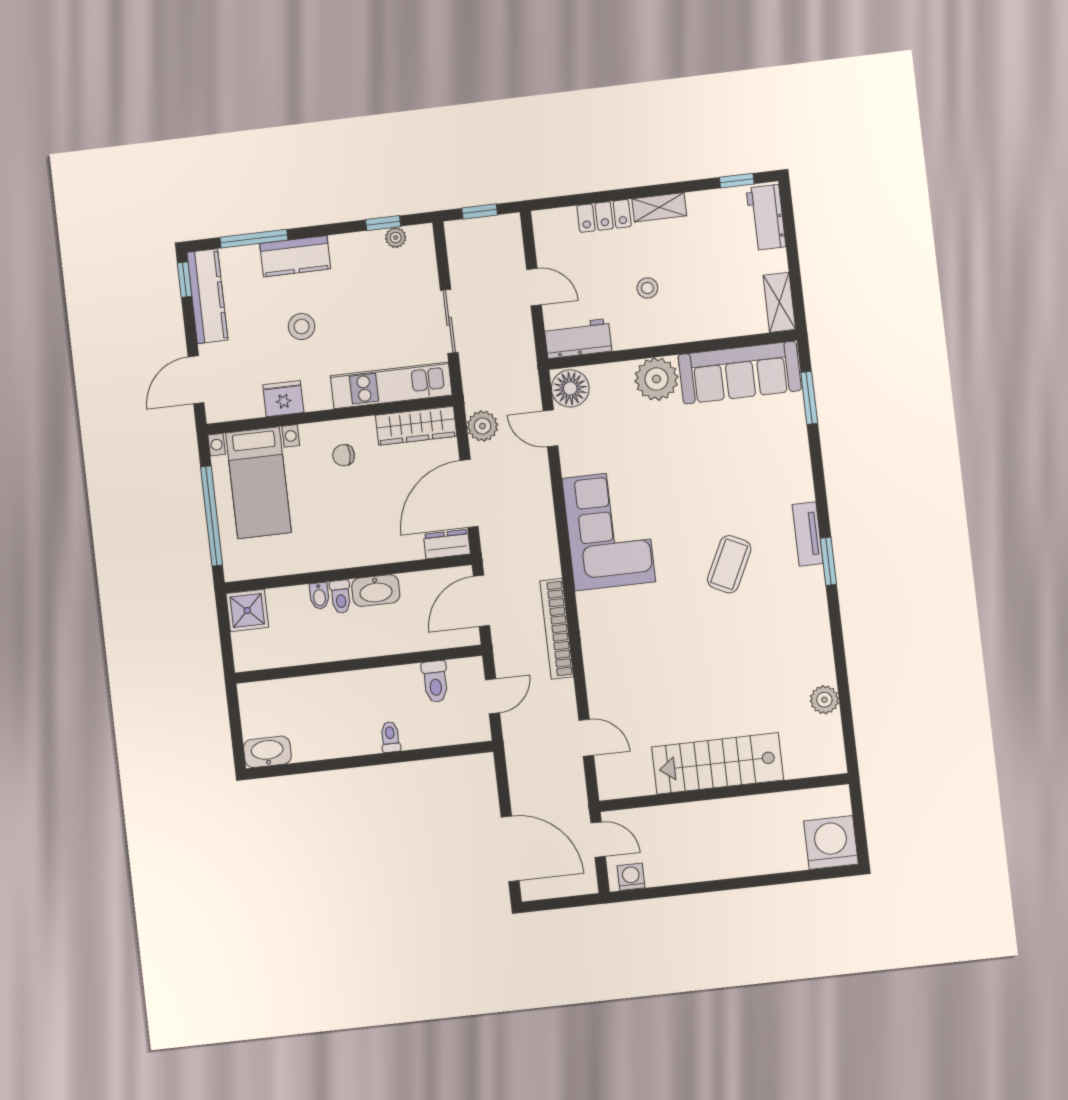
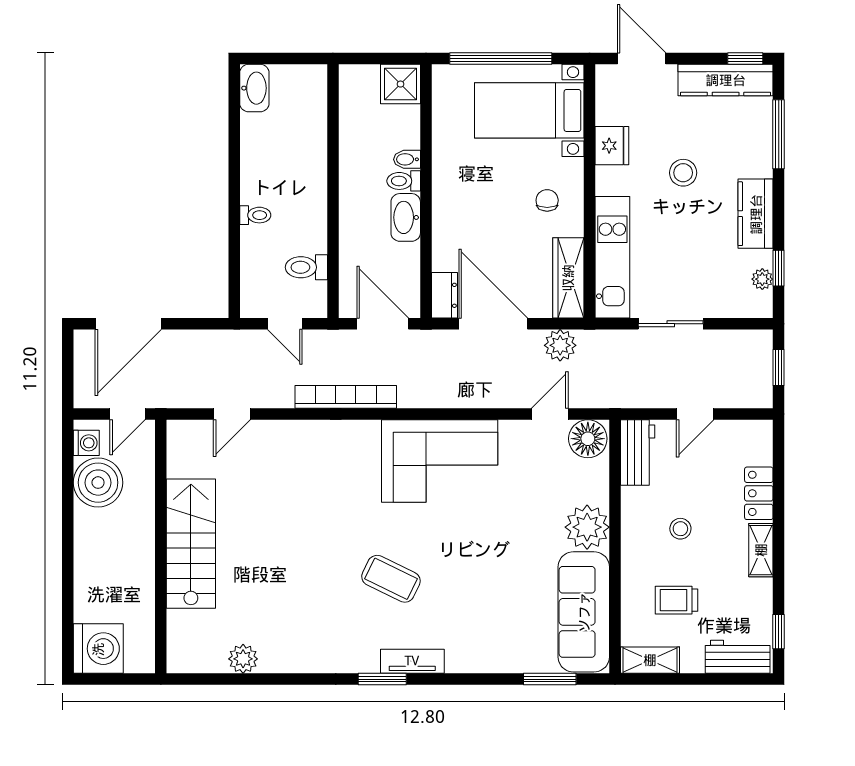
kitchen counter: (295, 256) -> (756, 214), moved
trolley: (718, 284) -> (677, 600), added
boiler: (668, 861) -> (98, 483), added

